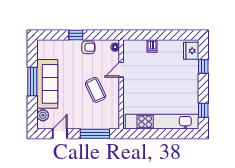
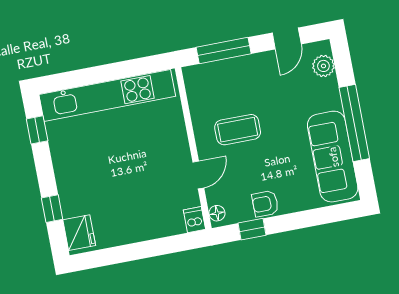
window: (76, 35) -> (252, 229), moved
dishwasher: (152, 46) -> (194, 220), moved
window: (32, 81) -> (354, 123), width x1.46
sofa: (47, 84) -> (333, 157), moved
coffee table: (96, 90) -> (238, 130), turned -65

